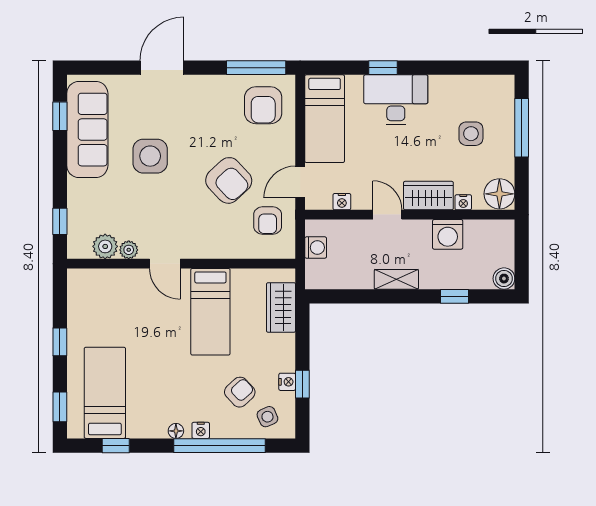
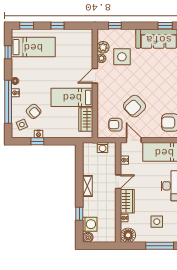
side table: (150, 156) -> (122, 57), moved
washing machine: (448, 234) -> (90, 224), moved, turned 180
wardrobe: (281, 307) -> (86, 120), moved, turned -90

